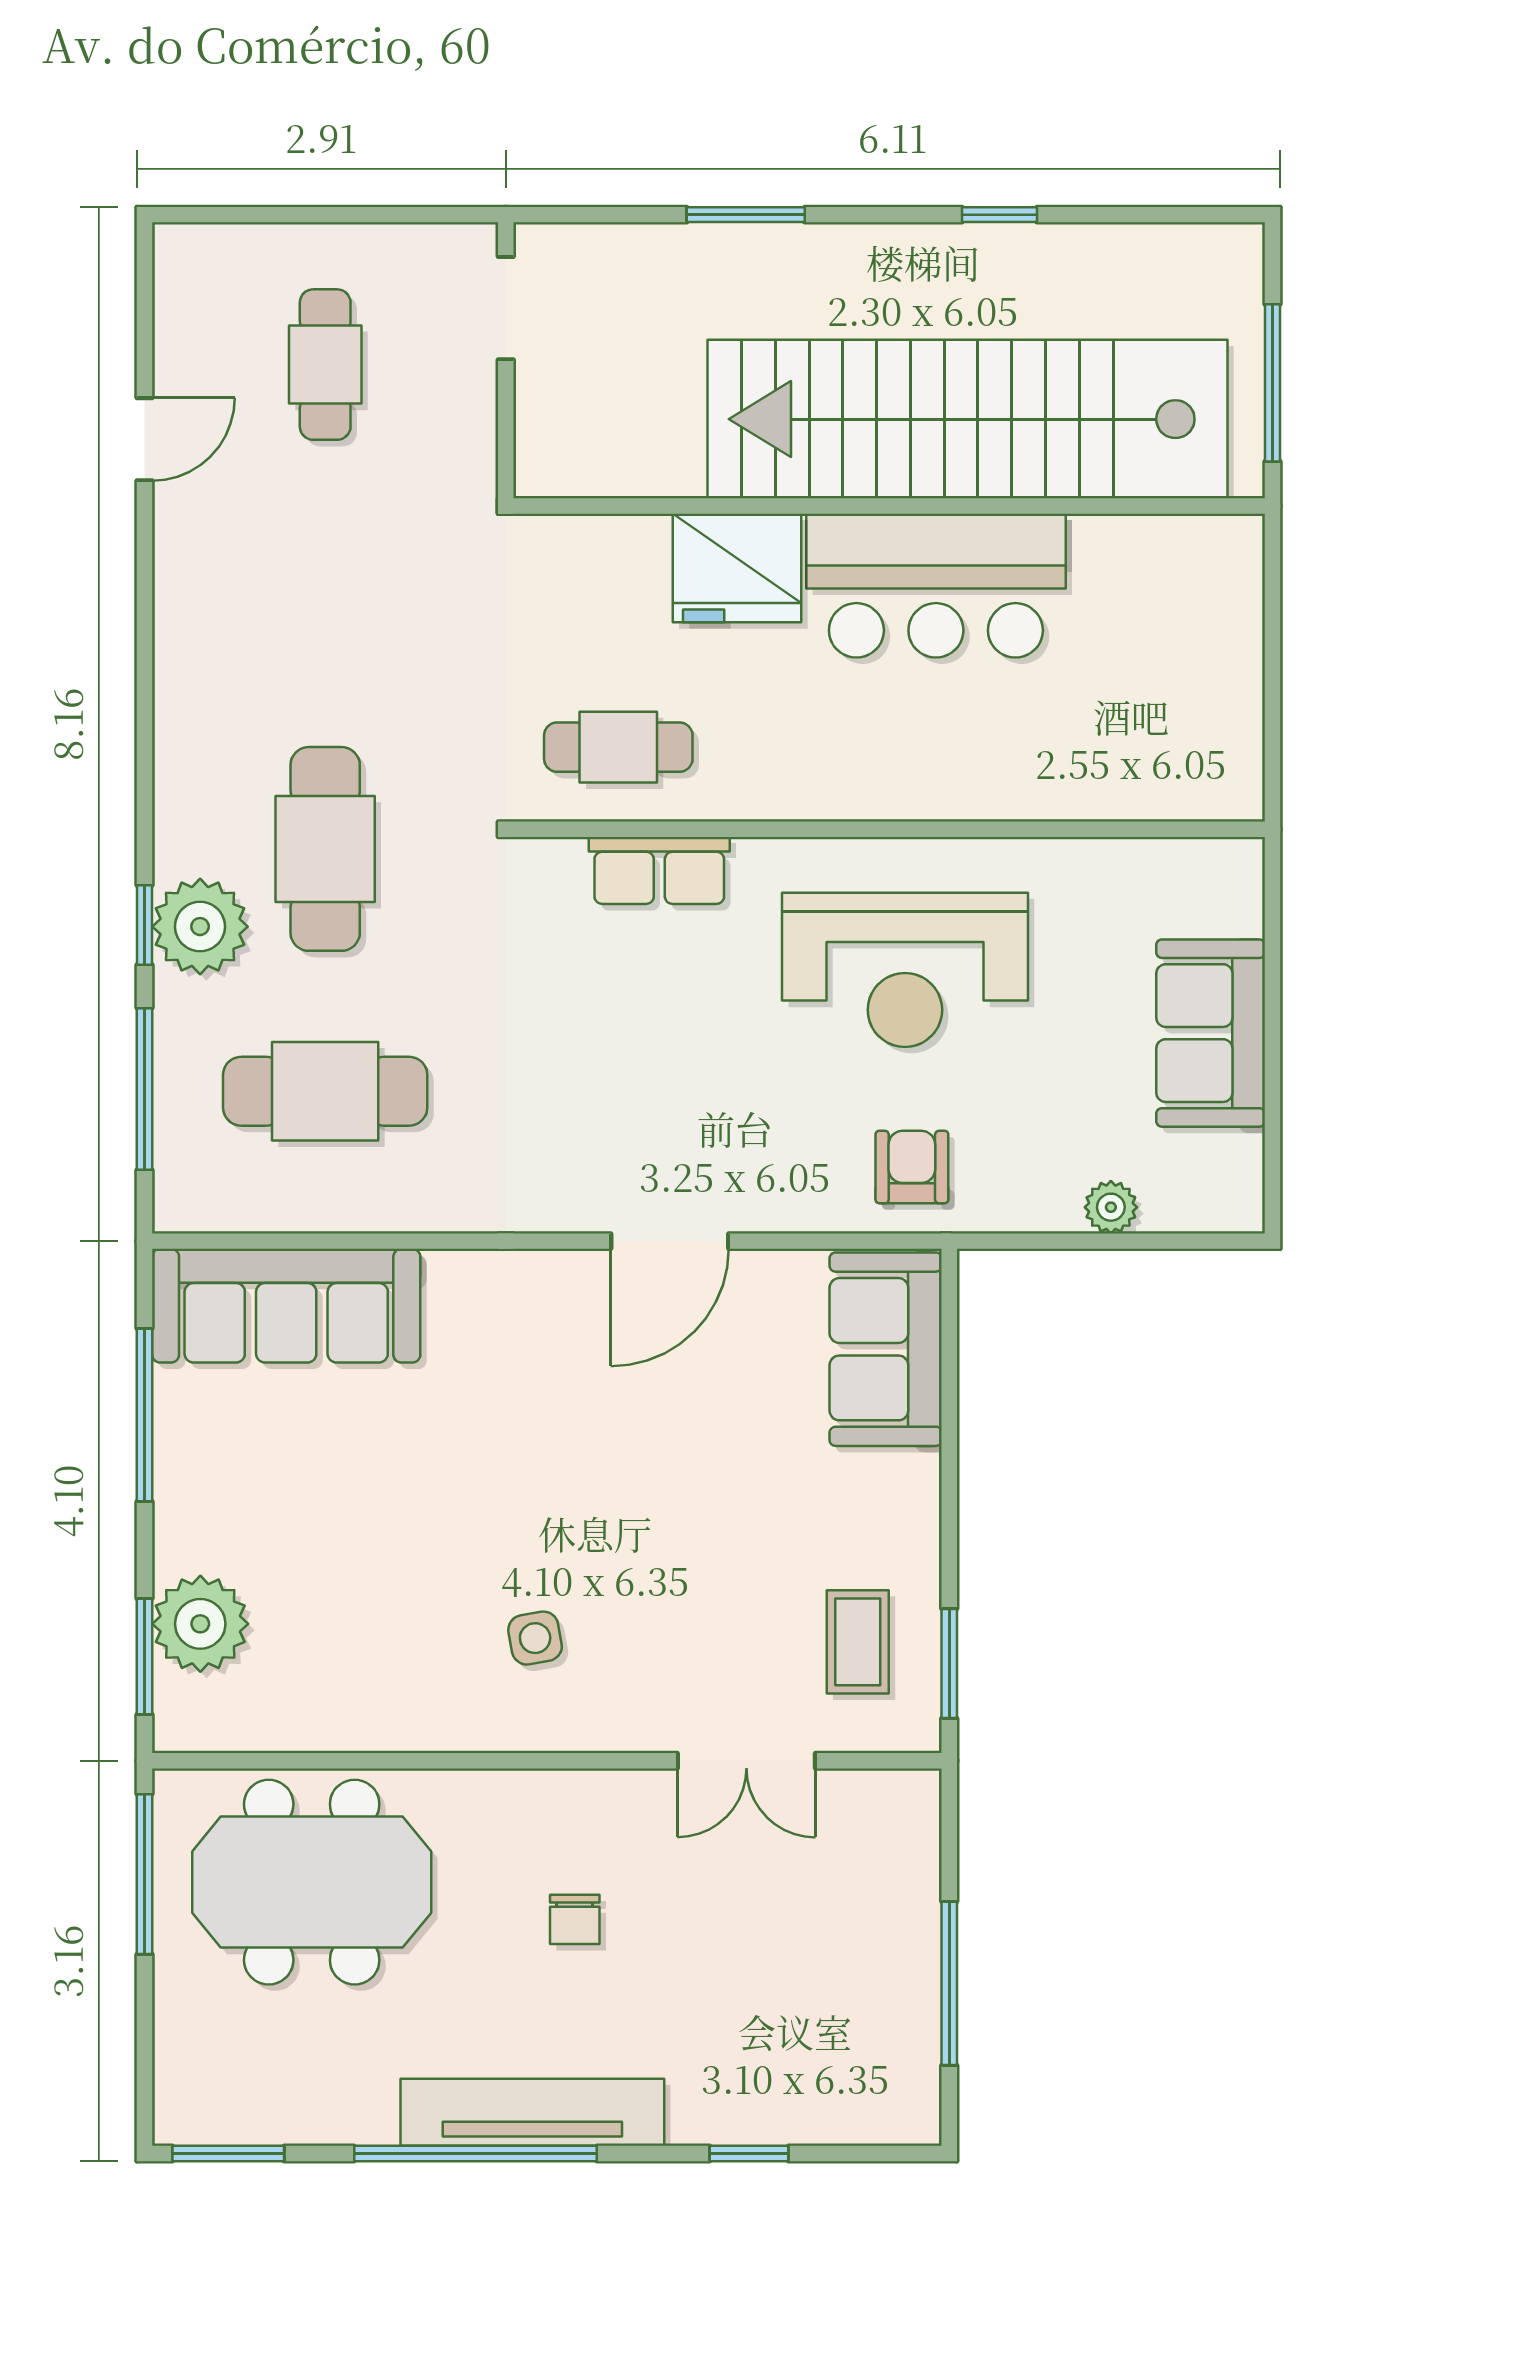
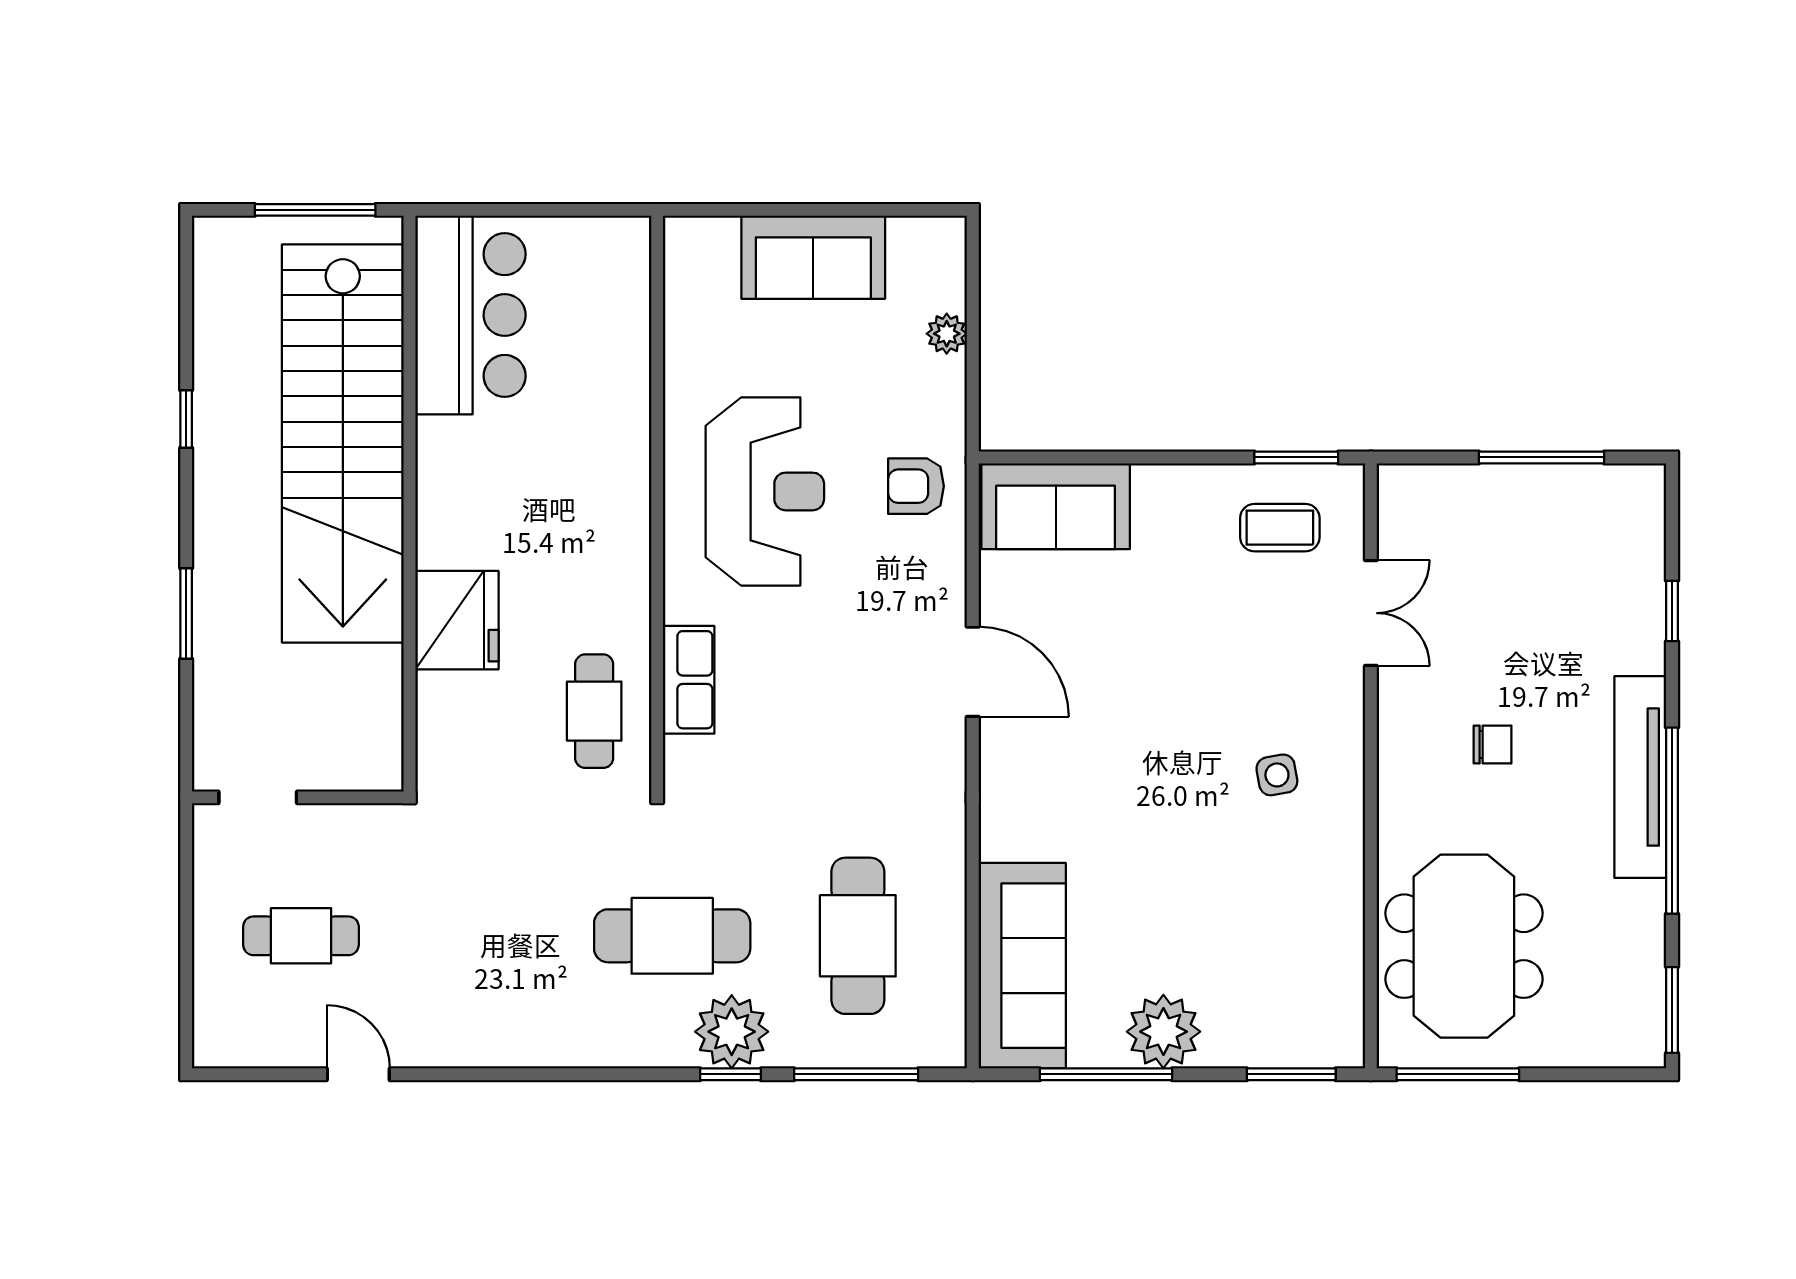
bar counter: (936, 586) -> (470, 315), moved
plant: (200, 1624) -> (1163, 1032), moved

